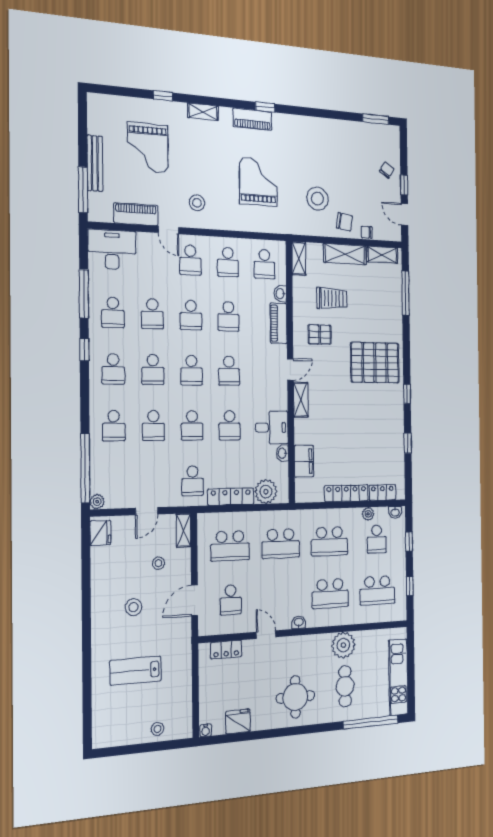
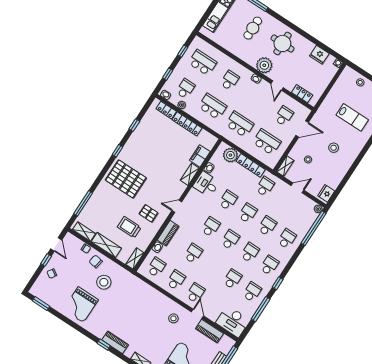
grand piano: (258, 182) -> (81, 305), moved
school desk: (191, 315) -> (213, 266), removed
shelving: (301, 400) -> (190, 174), moved
school desk: (330, 593) -> (230, 80), width x0.54
plant: (343, 645) -> (264, 65), moved

